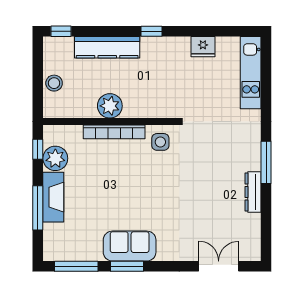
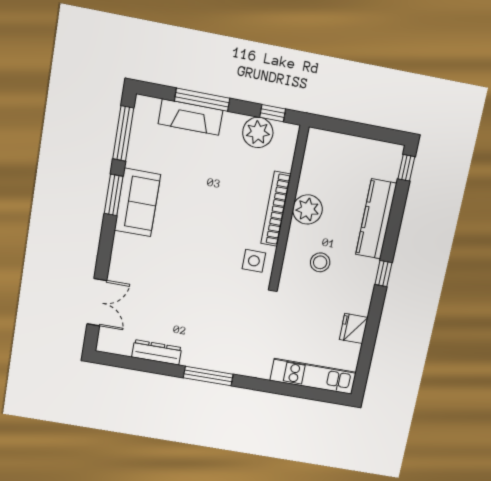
stool: (54, 83) -> (320, 262), moved
dresser: (253, 192) -> (157, 352), moved
fireplace: (53, 197) -> (191, 117), moved

